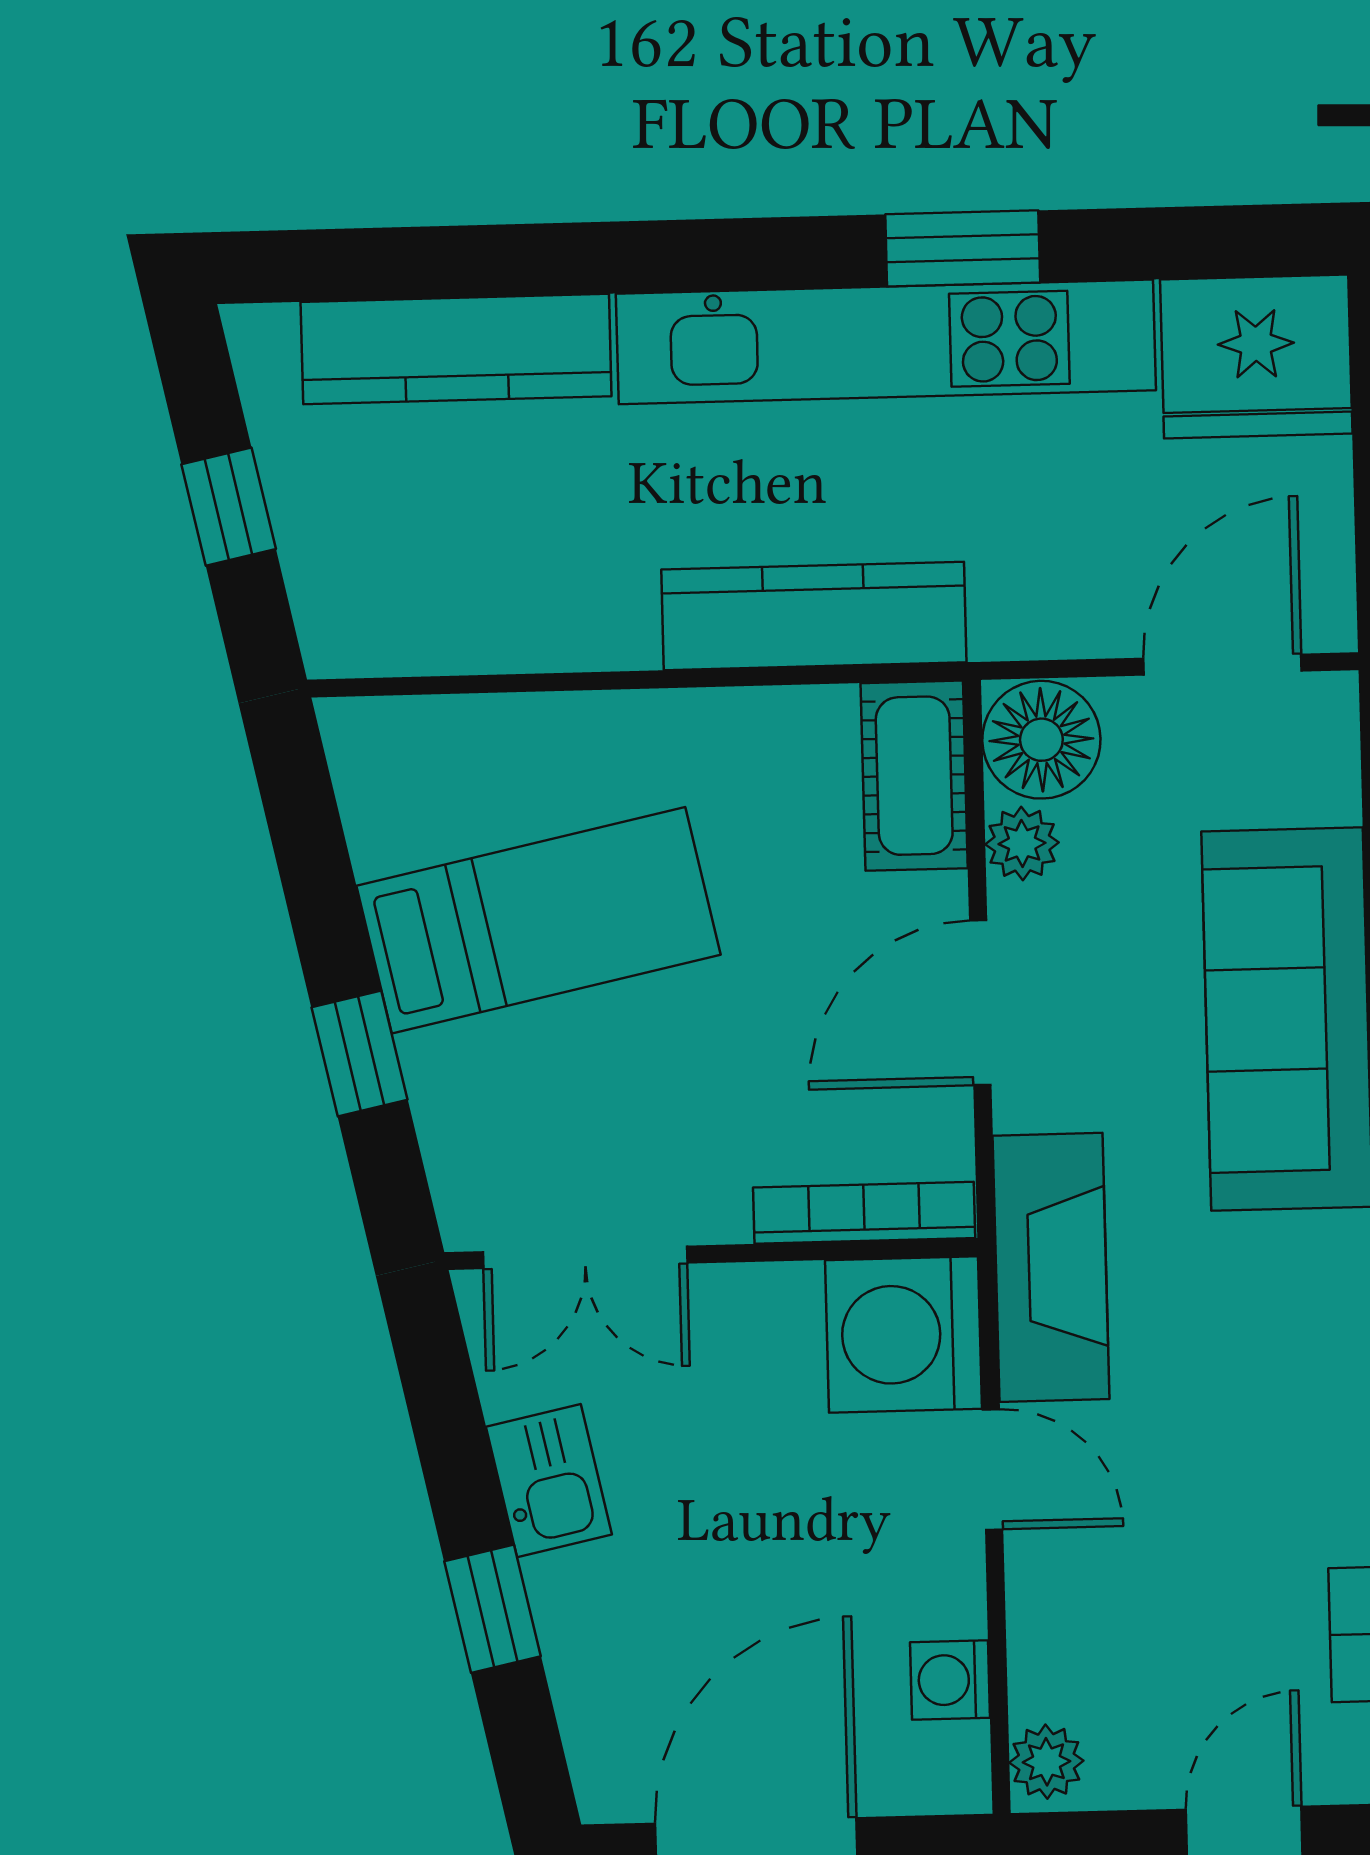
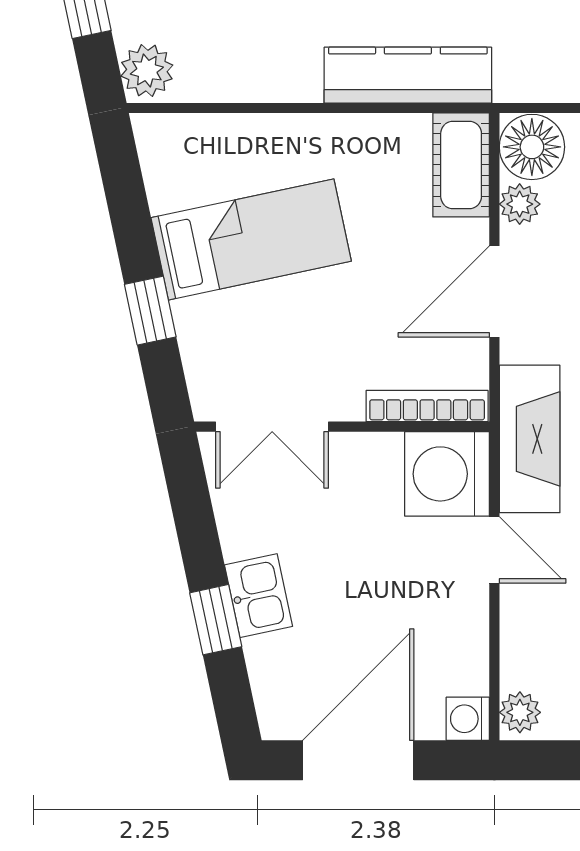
plant: (342, 620) -> (147, 71), added
kitchen sink: (549, 1481) -> (259, 596), moved
washing machine: (950, 1680) -> (468, 719), moved

